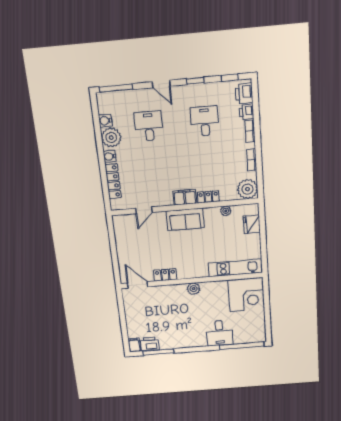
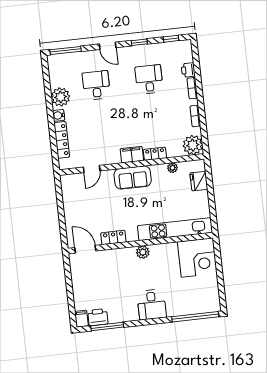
printer: (244, 94) -> (185, 53), removed
water cooler: (105, 121) -> (55, 81), removed
kitchen unit: (235, 268) -> (175, 229), width x1.36
desk: (219, 333) -> (152, 305), moved

